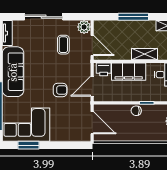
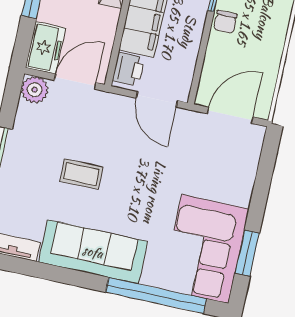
freezer: (105, 28) -> (45, 48), added
coffee table: (63, 45) -> (81, 174), moved
armchair: (60, 90) -> (150, 165), removed

